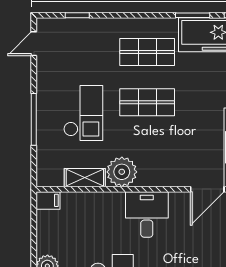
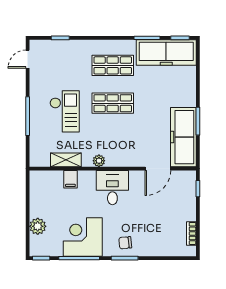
plant: (122, 172) -> (99, 161), width x0.53, depth x0.53
filing cabinet: (48, 200) -> (70, 179), moved, turned 90

